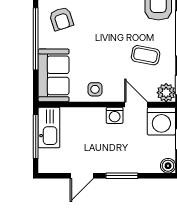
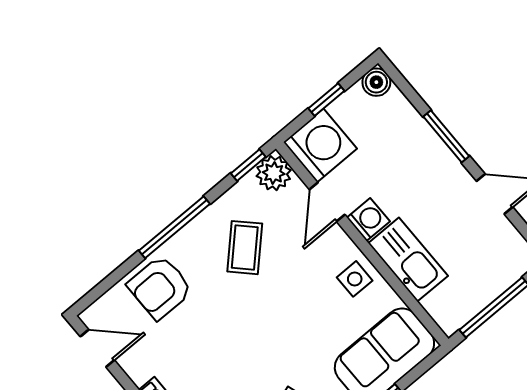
coffee table: (146, 55) -> (245, 248), turned 34
kitchen sink: (49, 128) -> (408, 260), moved, turned 90

